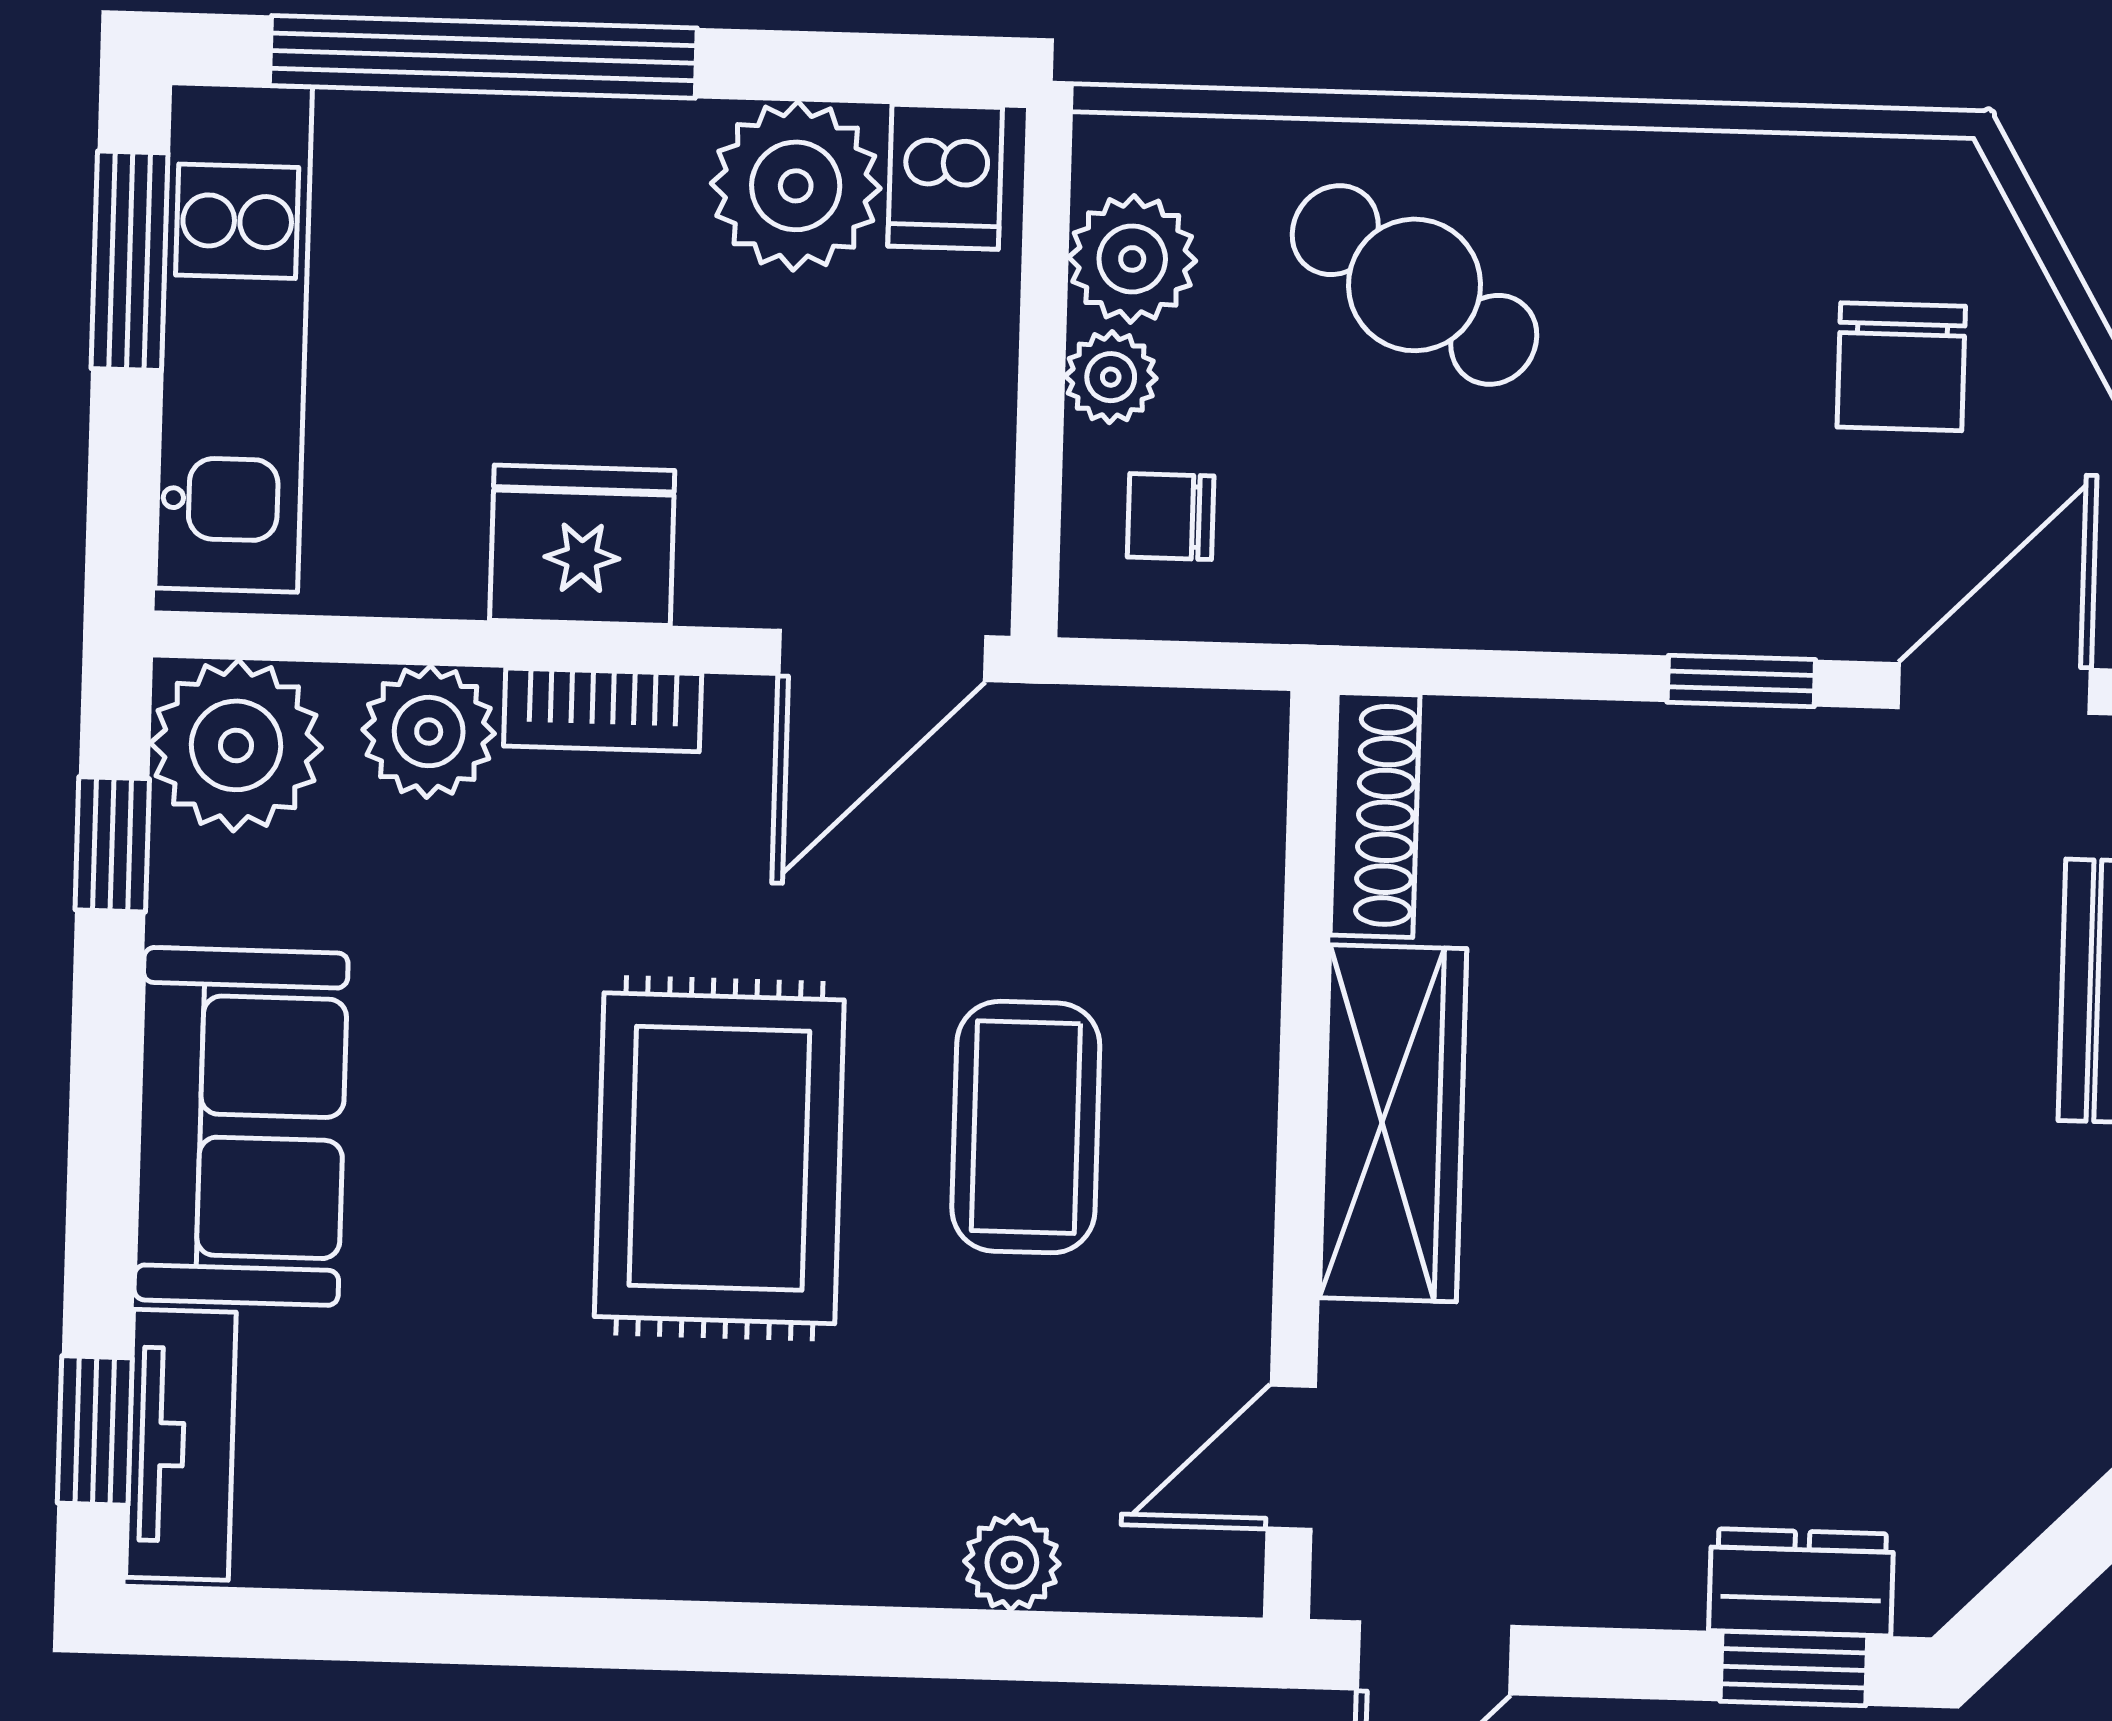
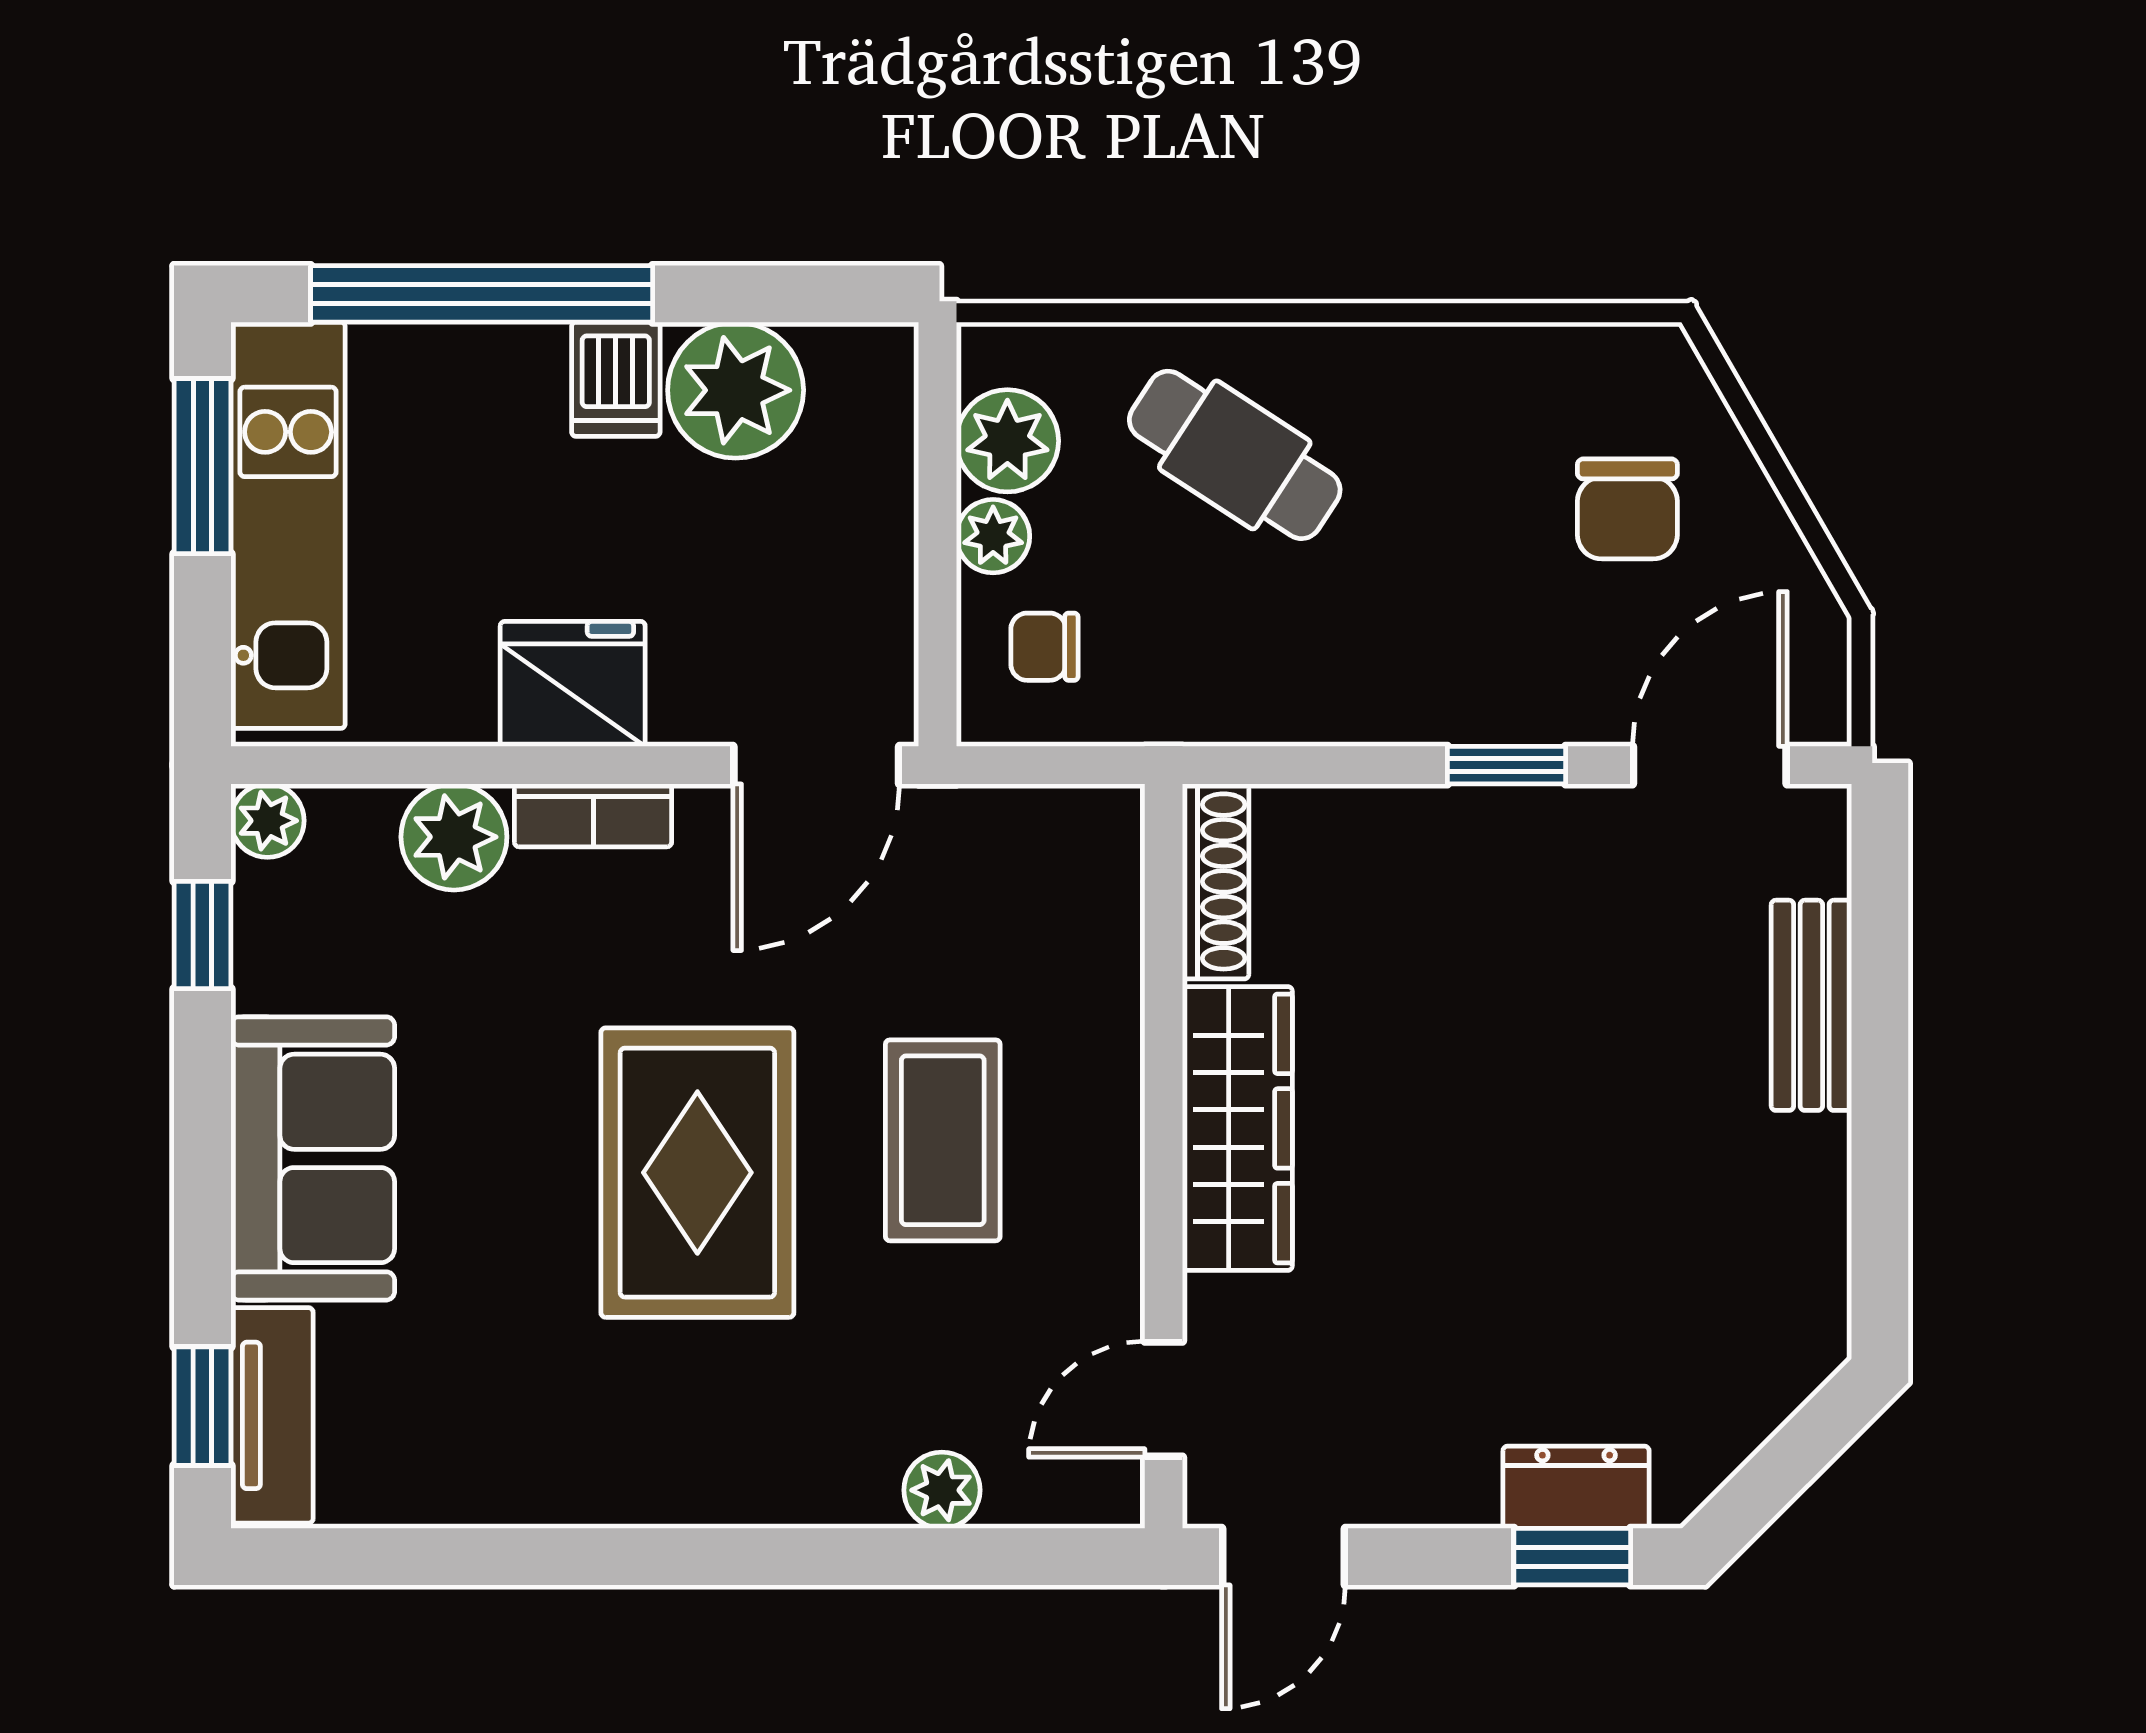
dishwasher: (945, 177) -> (616, 379), moved
plant: (236, 745) -> (267, 821), width x0.53, depth x0.53

